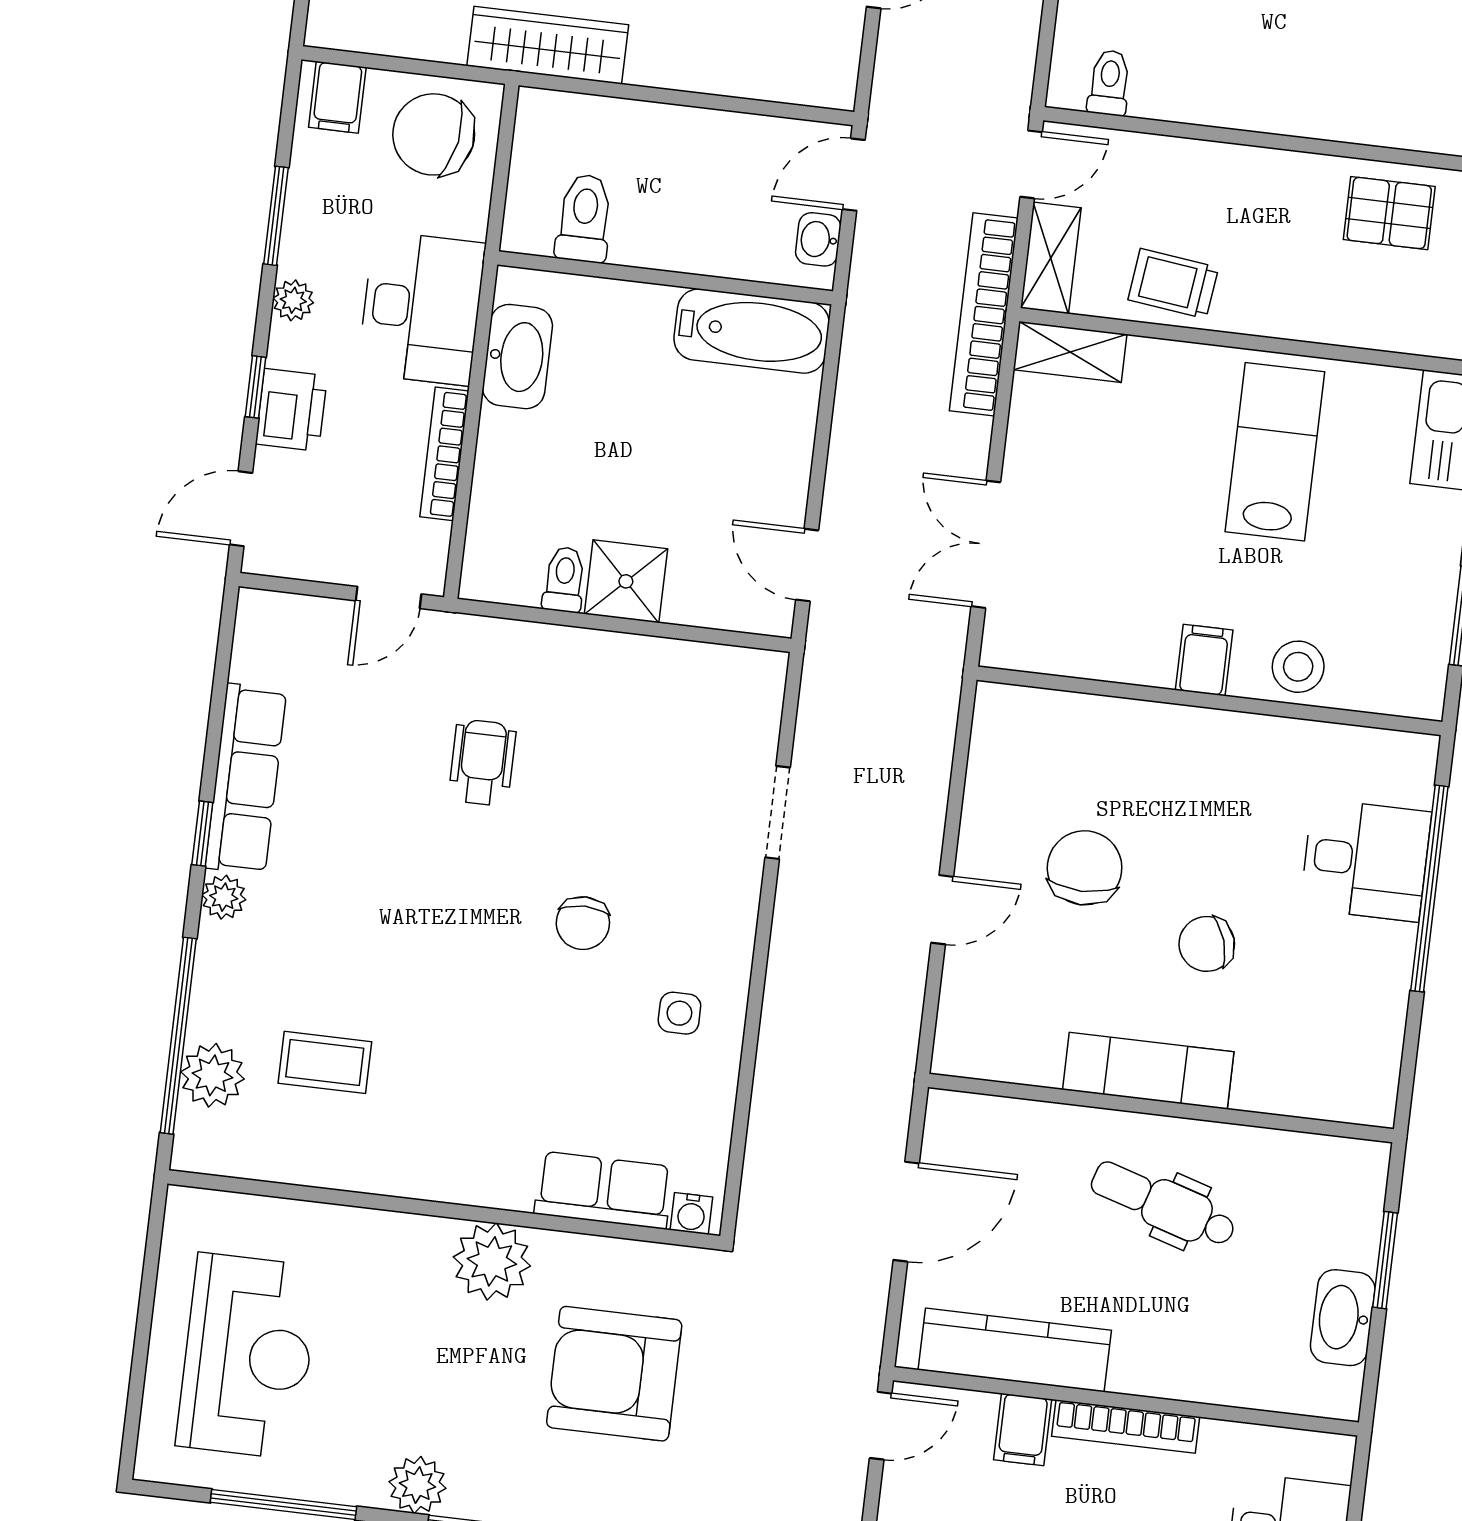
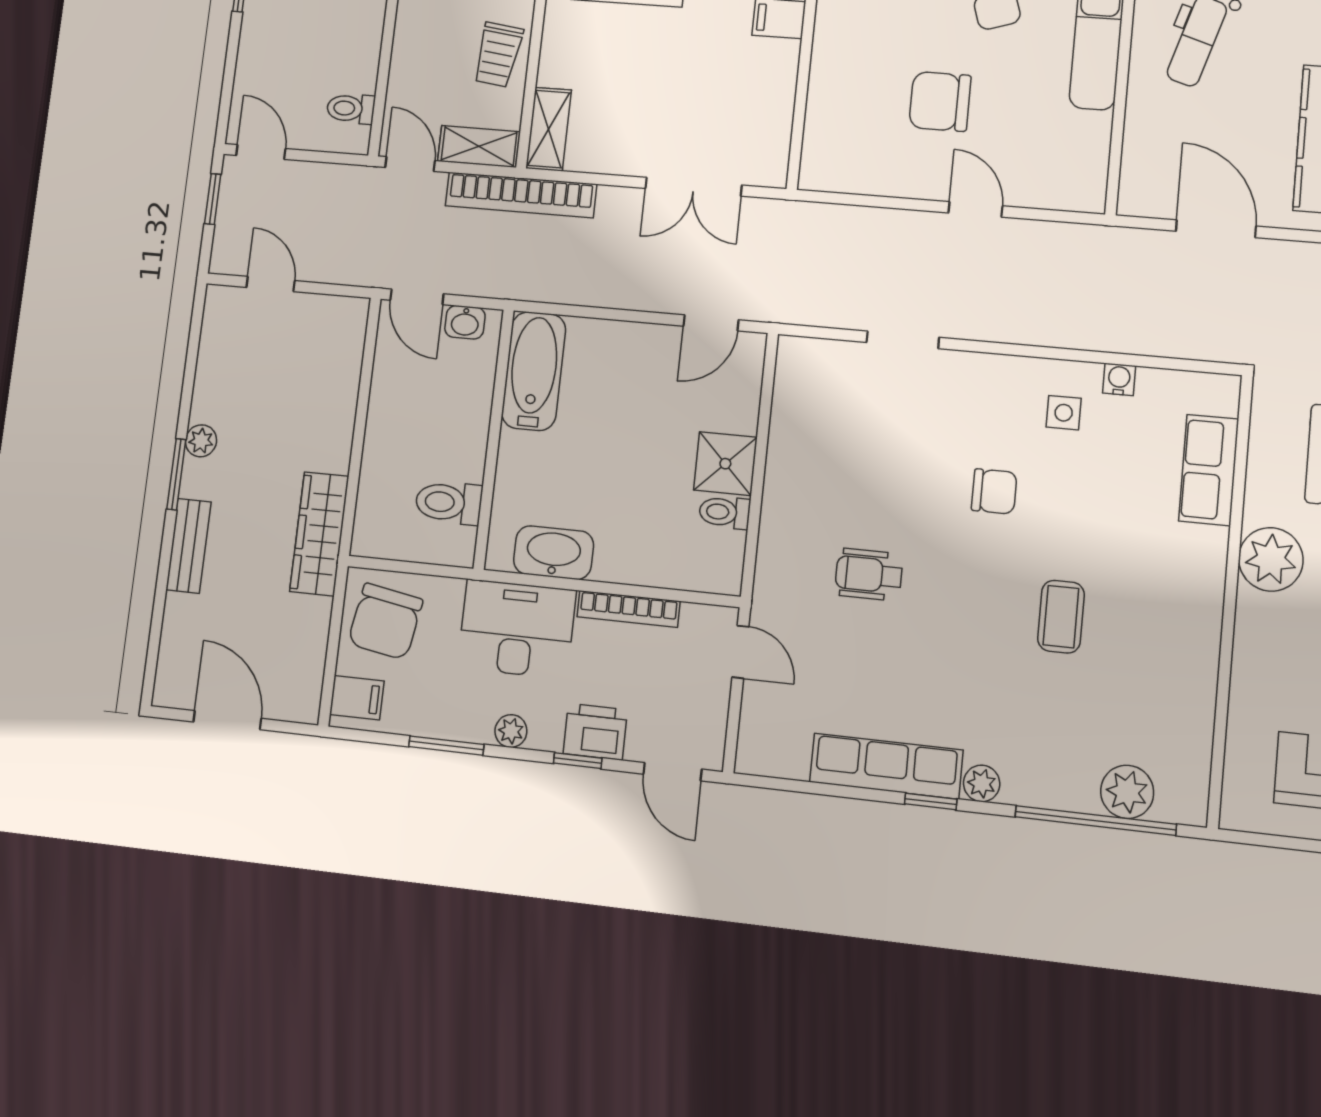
coffee table: (325, 1062) -> (1061, 617), moved
water cooler: (691, 1214) -> (1119, 379), moved, turned -90

